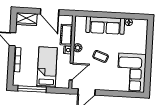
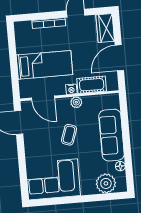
plant: (140, 34) -> (106, 183), added
window: (32, 89) -> (12, 49), removed

